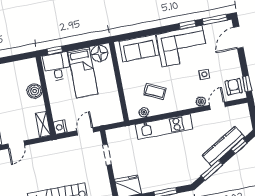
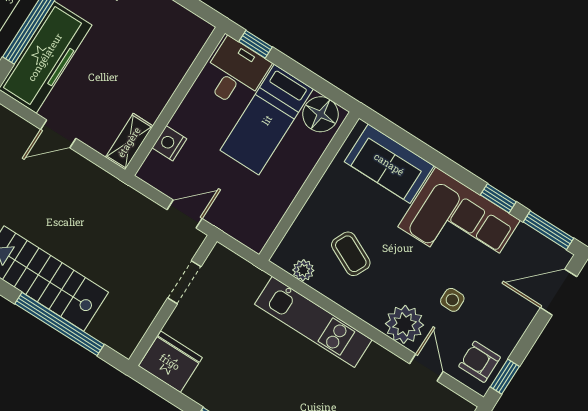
armchair: (234, 87) -> (480, 362), turned -90
boiler: (35, 91) -> (165, 78), removed
plant: (201, 102) -> (404, 324), width x1.88, depth x1.88
door: (217, 106) -> (426, 368), hinge flipped
nightstand: (60, 127) -> (169, 143), moved

